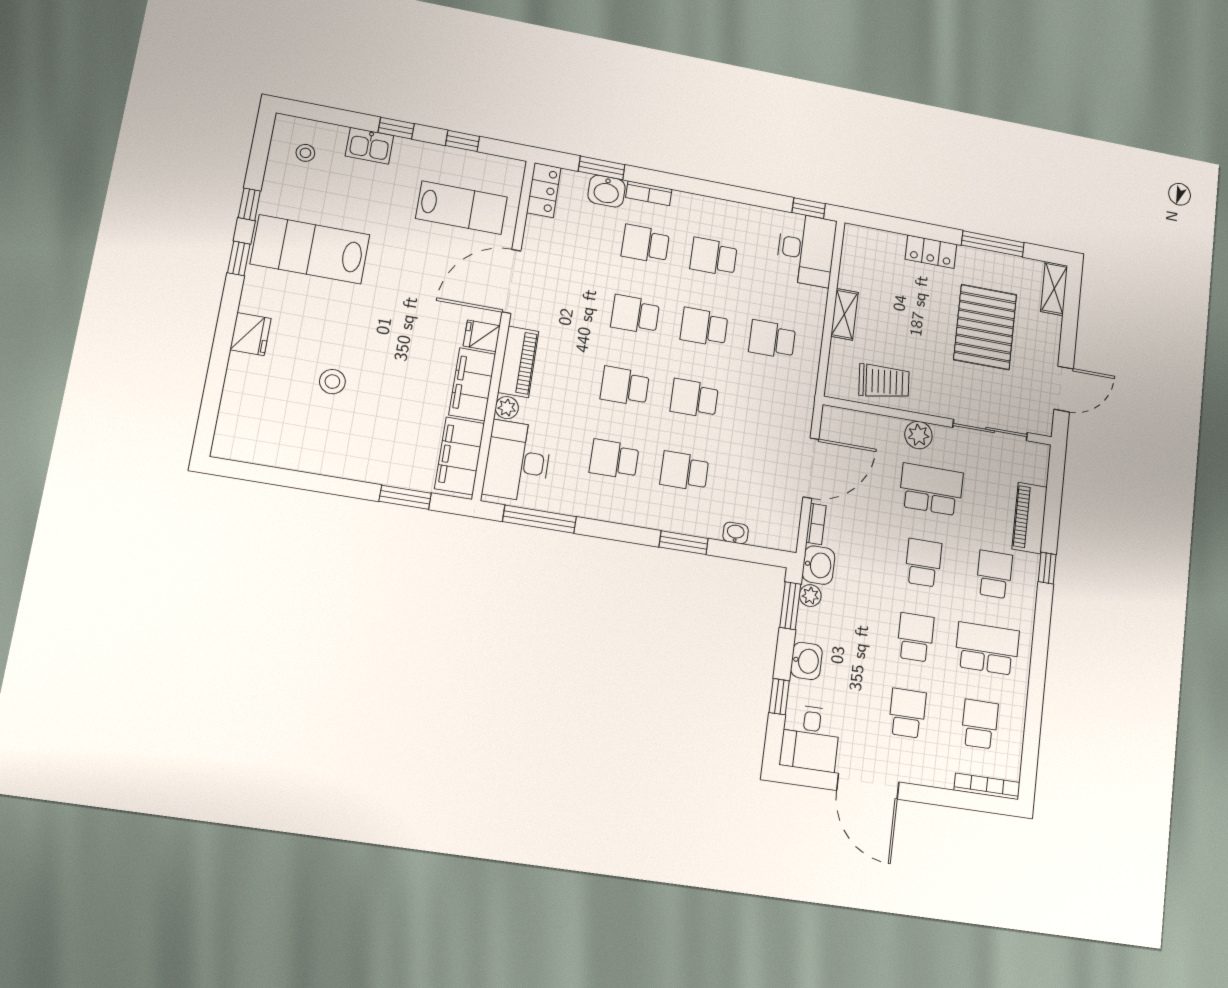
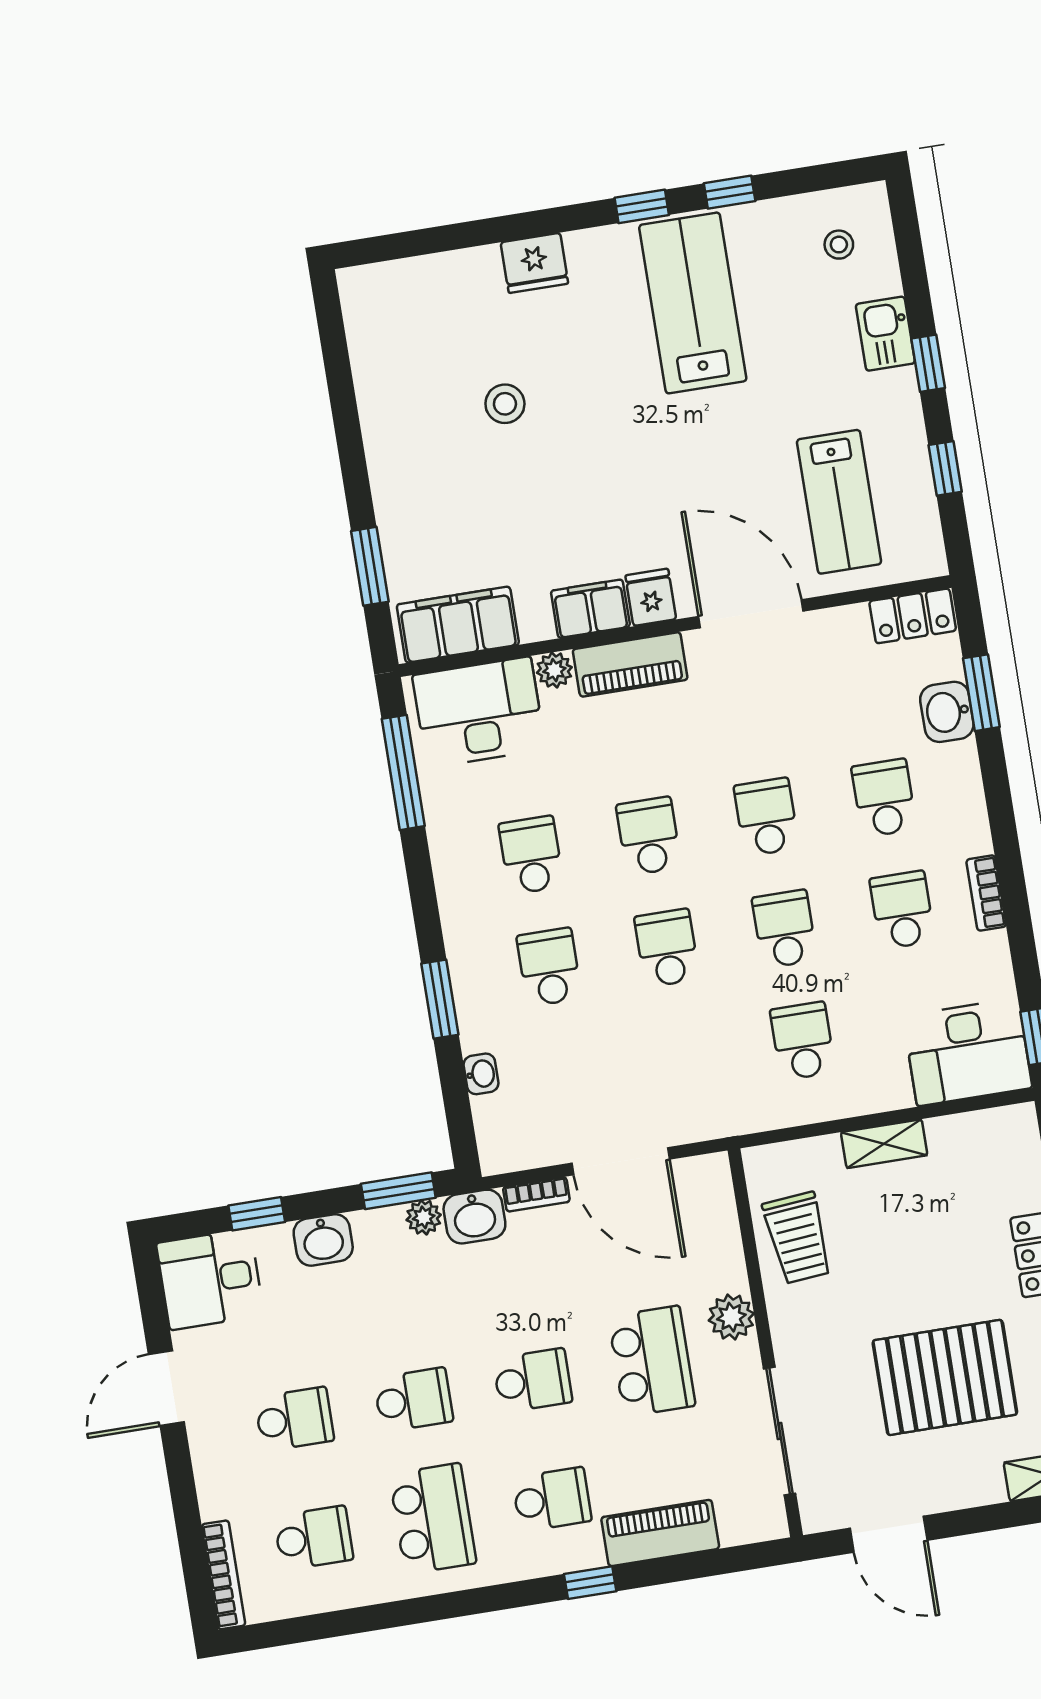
bookcase: (649, 193) -> (986, 893), moved
filing cabinet: (472, 384) -> (590, 609), width x0.67, depth x0.86
door: (868, 786) -> (166, 1388), width x0.73

